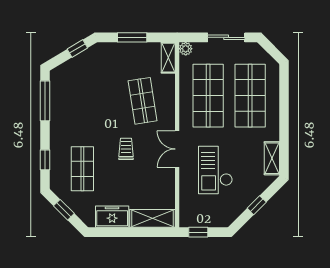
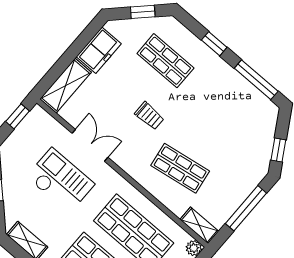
window: (132, 37) -> (246, 208), width x1.44
double door: (177, 149) -> (90, 145), moved
window: (45, 160) -> (214, 44), moved

